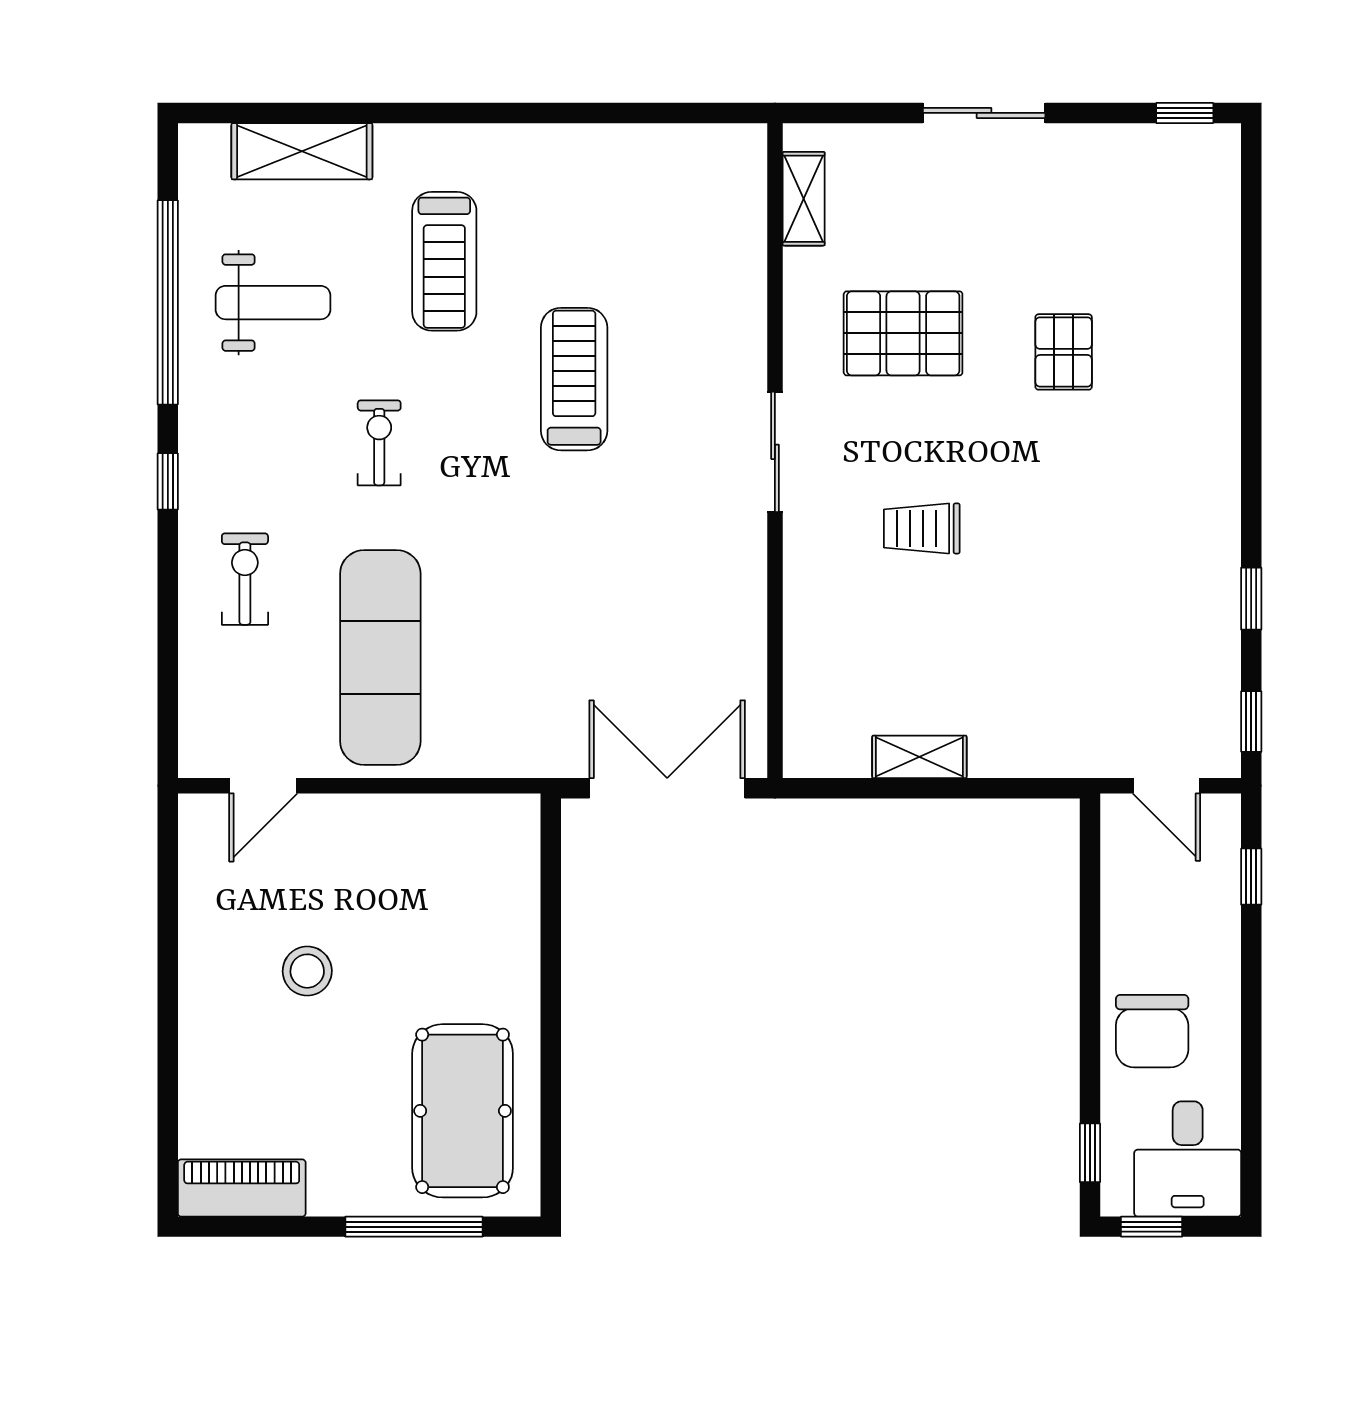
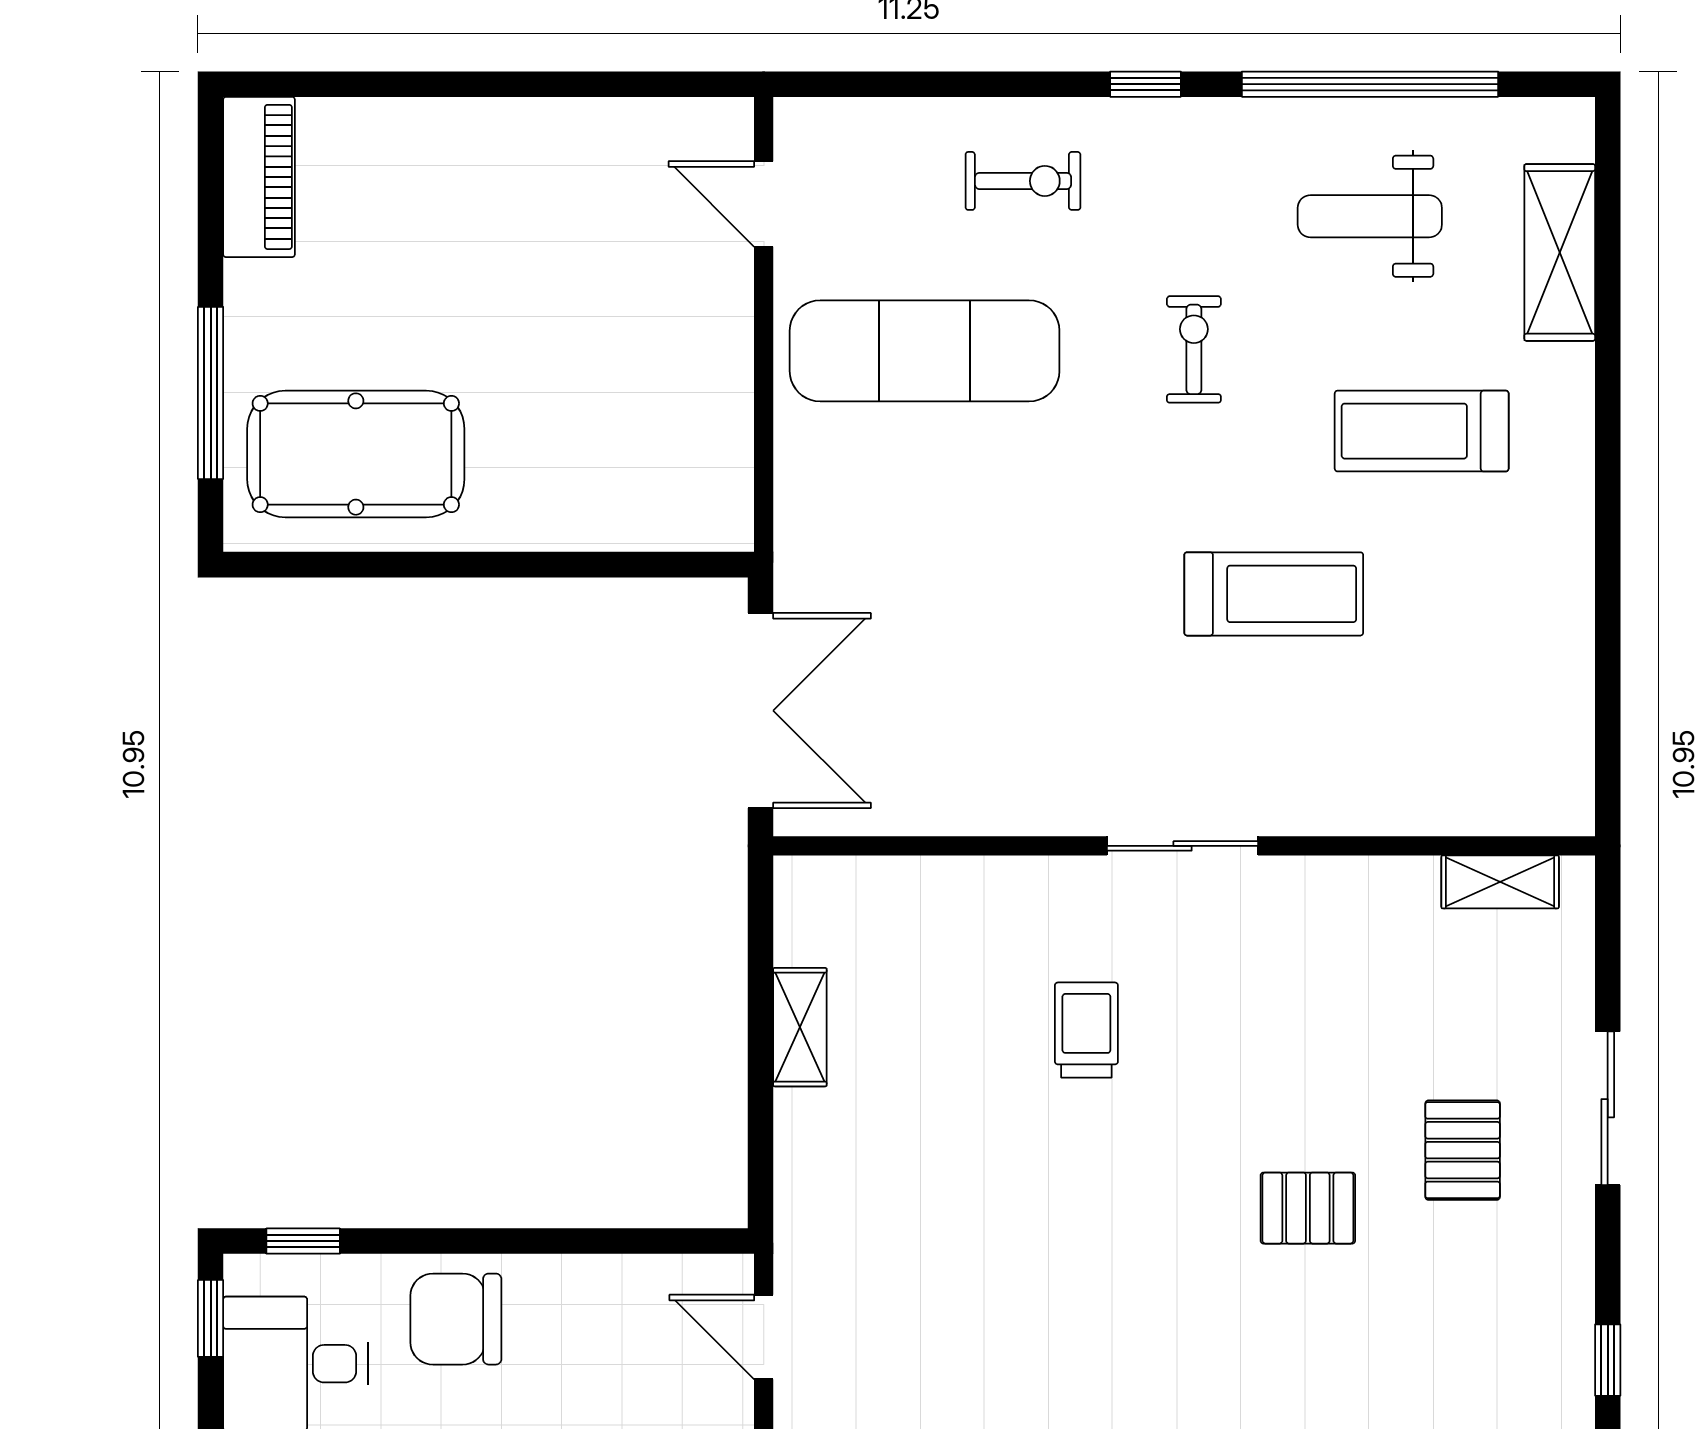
weight bench: (273, 303) -> (1370, 216), turned 90
pallet: (903, 333) -> (1463, 1150), moved, width x0.67, depth x0.71
exercise bike: (379, 443) -> (1194, 349), turned -90
door: (1166, 786) -> (764, 1337), hinge flipped
stool: (307, 971) -> (531, 259), removed

